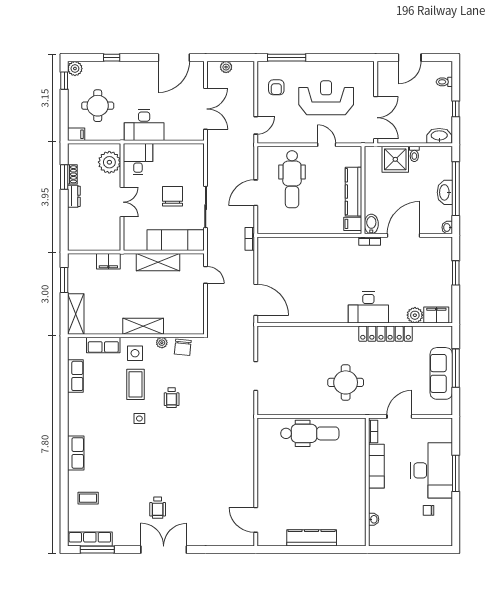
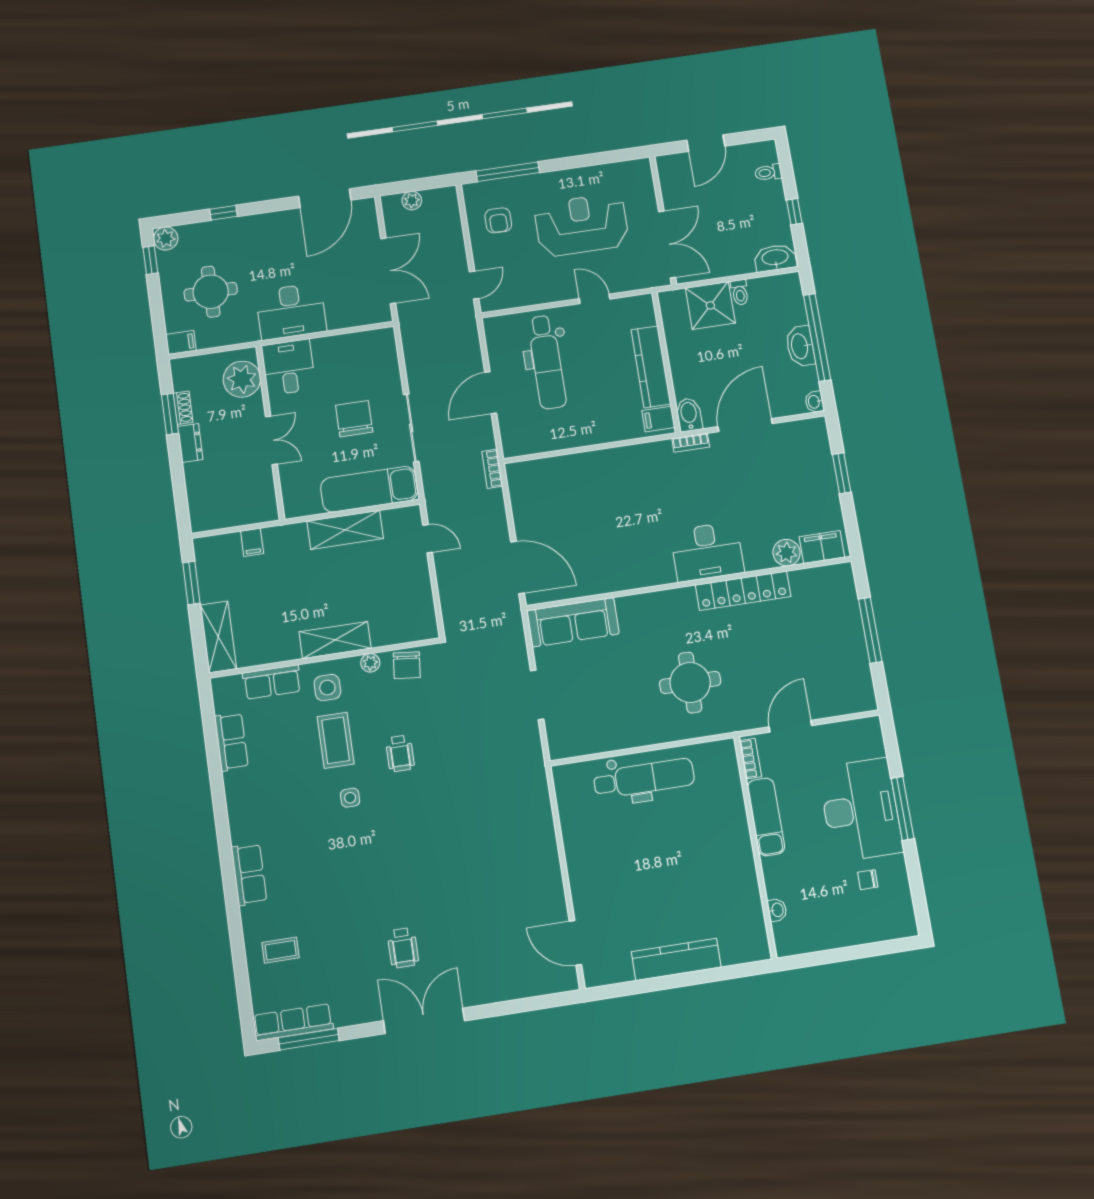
filing cabinet: (108, 261) -> (252, 542), width x0.50
sofa: (441, 373) -> (573, 622), moved, turned -90

